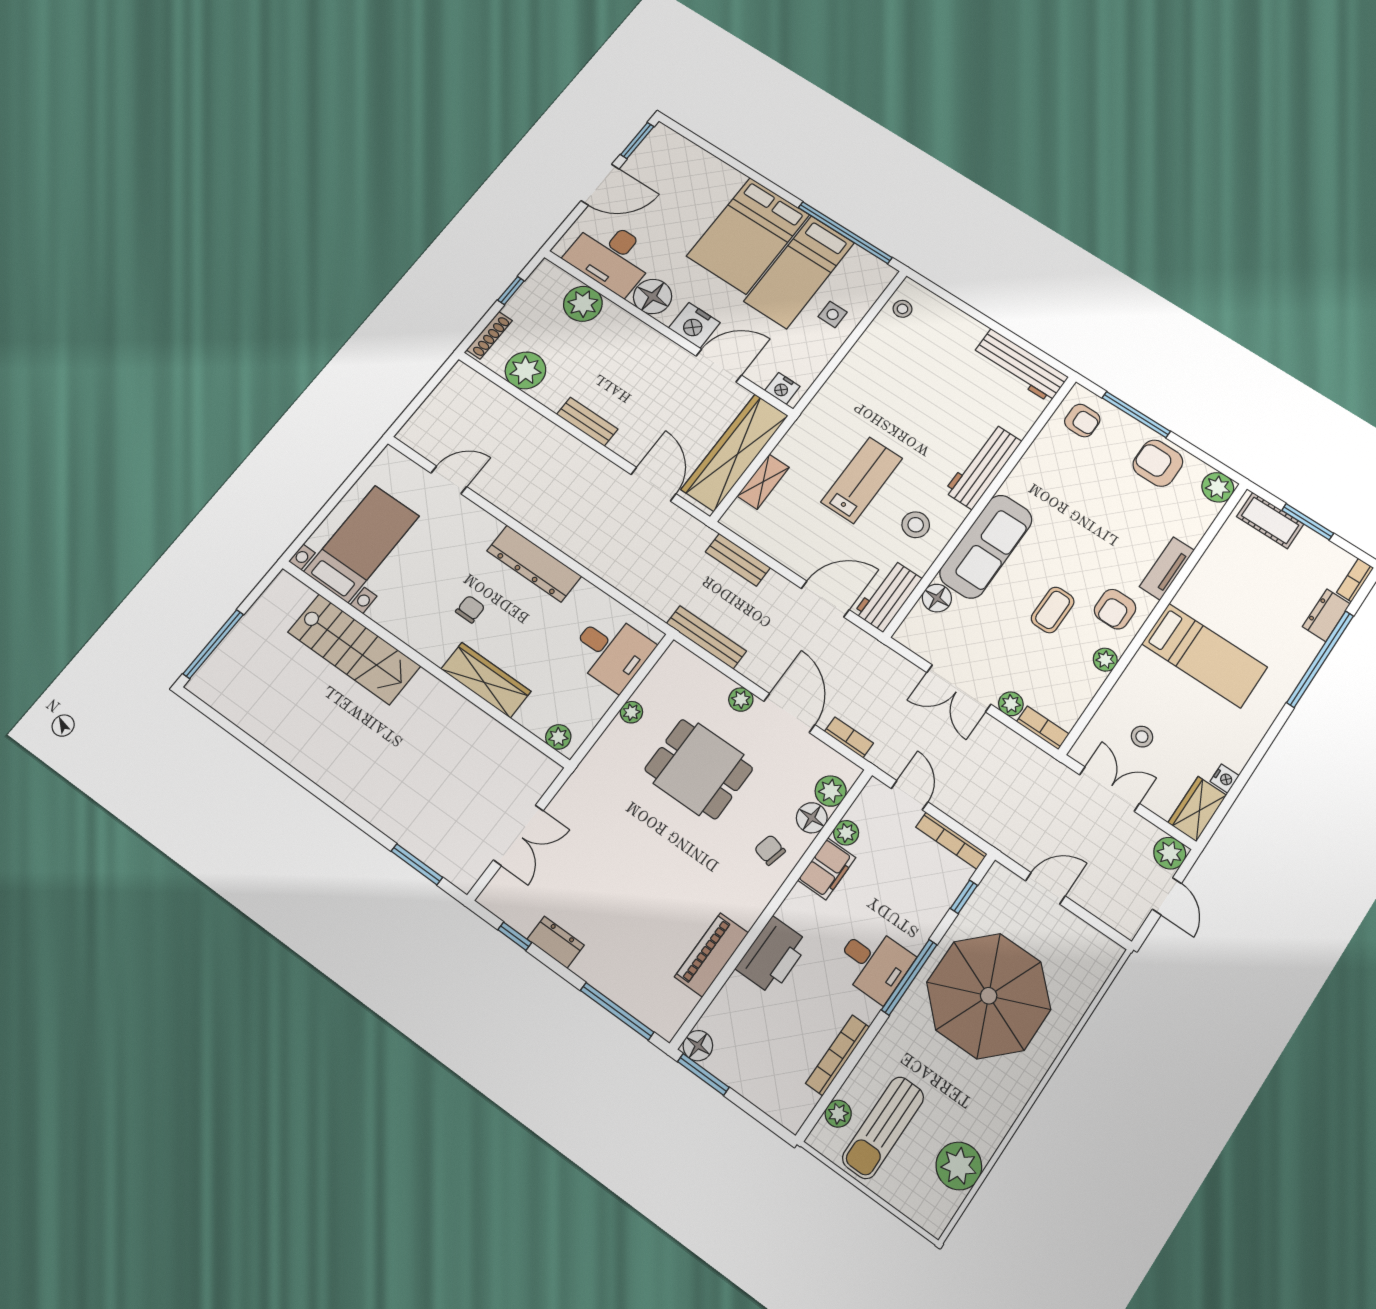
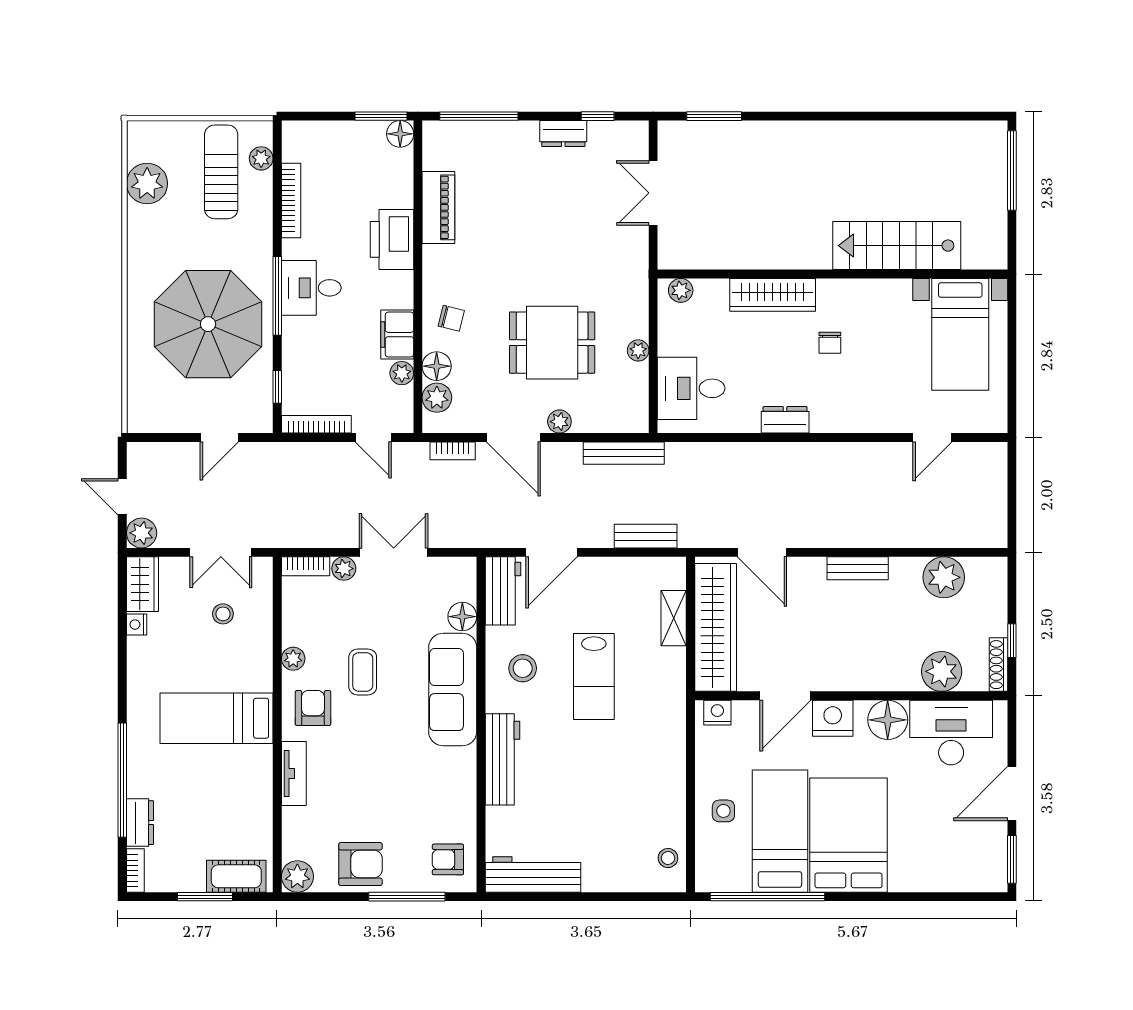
shoe rack: (489, 335) -> (998, 665), moved
dresser: (534, 563) -> (785, 420), width x0.51, depth x0.80

